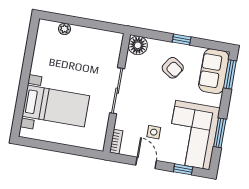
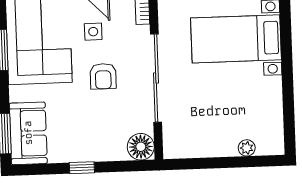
armchair: (173, 68) -> (103, 76), moved, turned -124
sliding door: (117, 91) -> (156, 78), width x1.36

